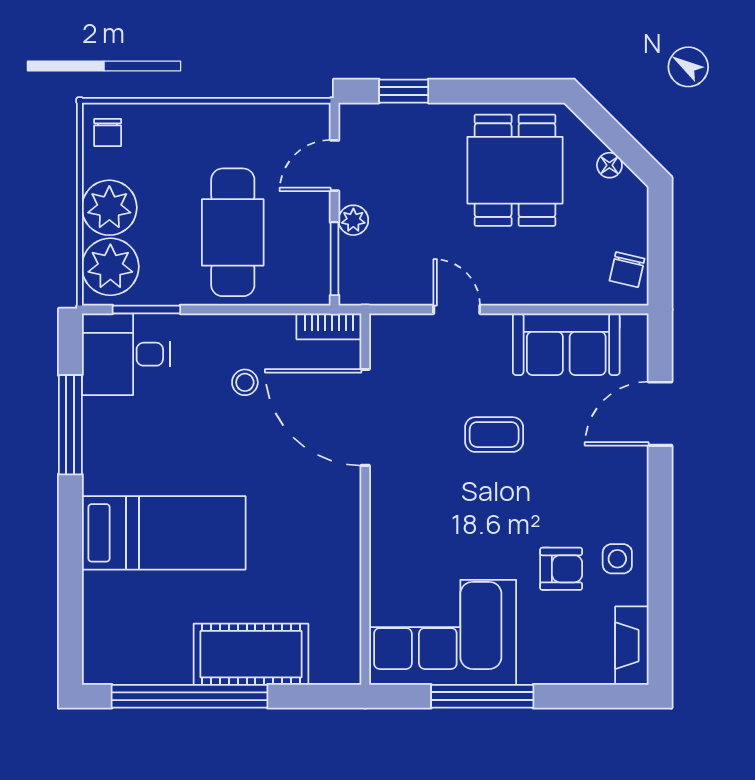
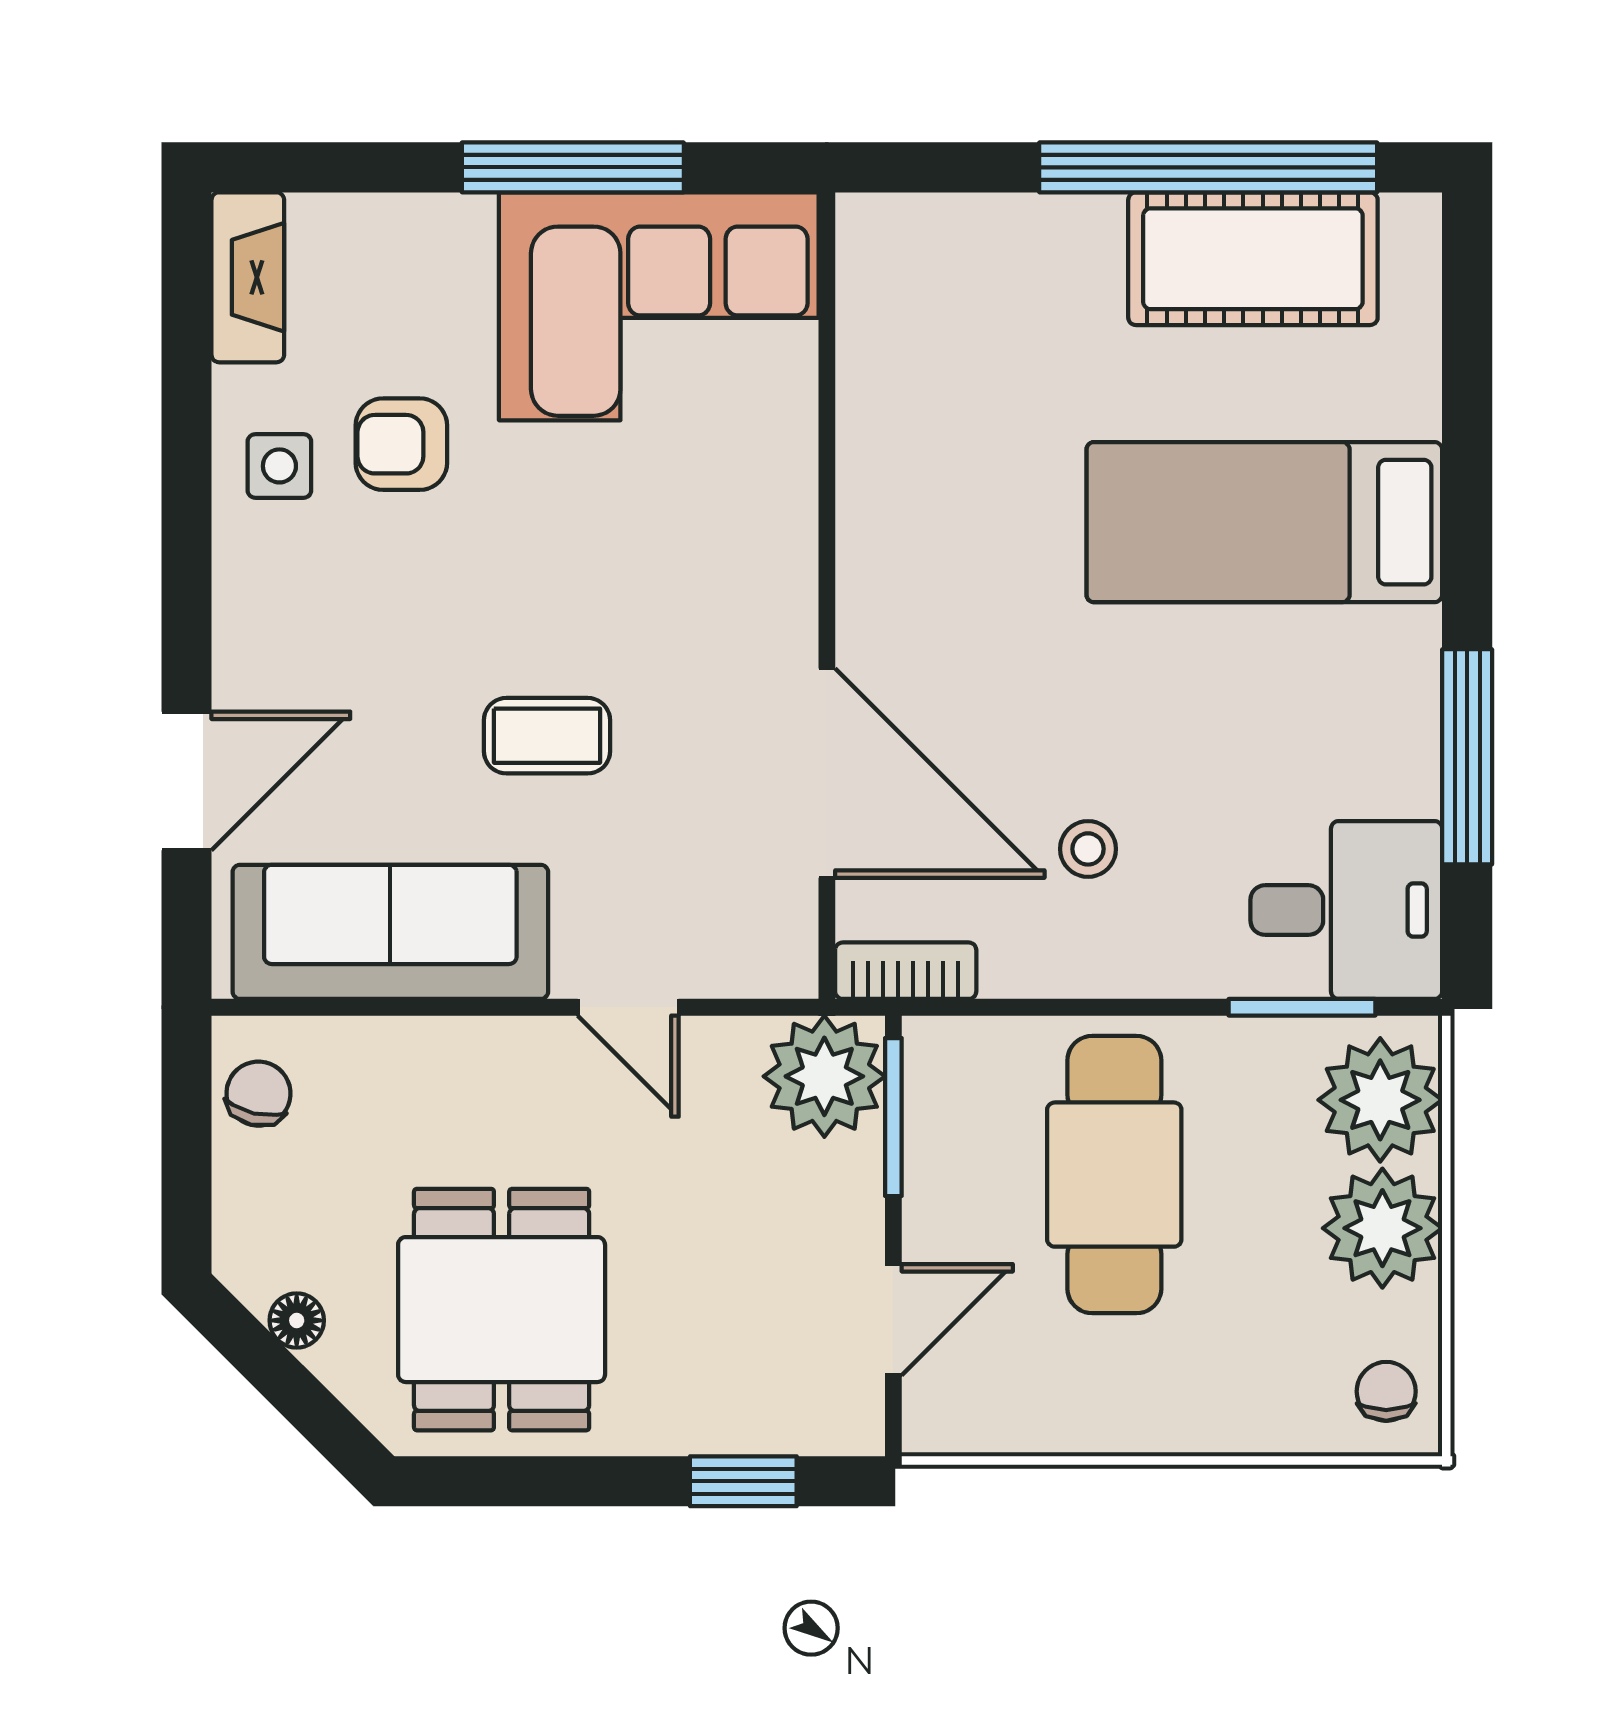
plant: (353, 220) -> (824, 1076), moved, width x1.87, depth x1.87
sofa: (566, 344) -> (390, 932), width x1.36
cot: (251, 654) -> (1253, 259), moved

